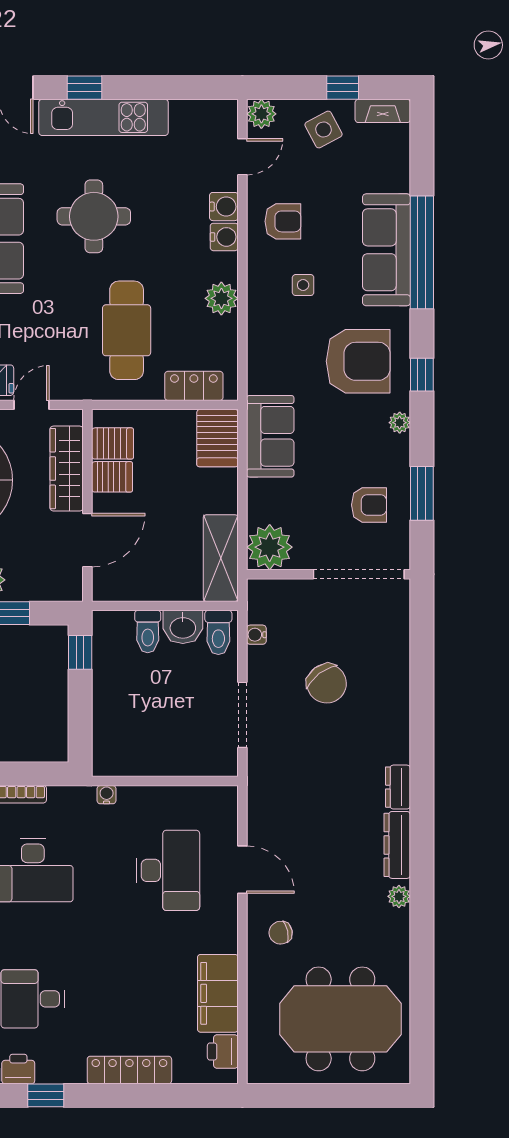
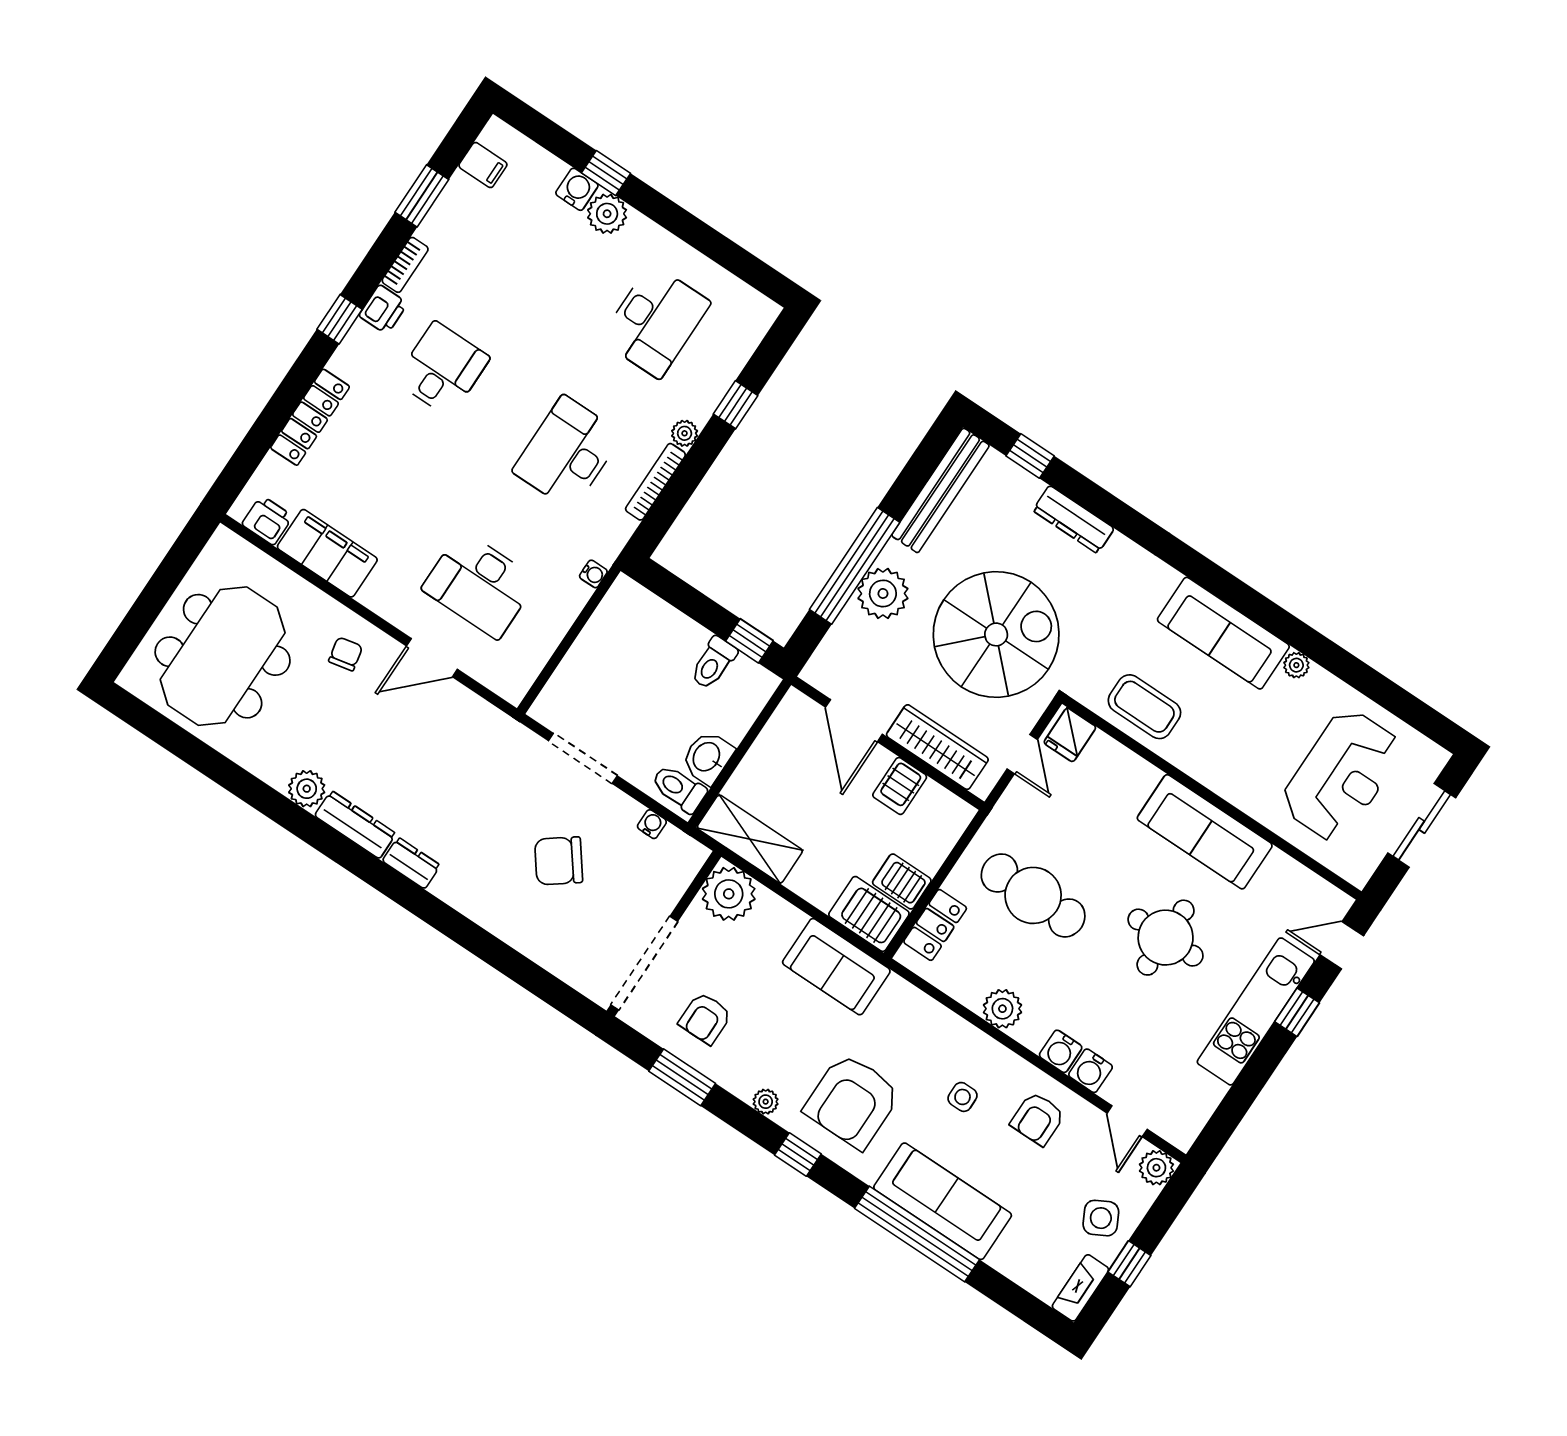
server rack: (113, 443) -> (902, 882), moved, turned 90
toilet: (148, 632) -> (713, 663), moved, turned -90
plant: (399, 896) -> (307, 789), width x1.38, depth x1.38

